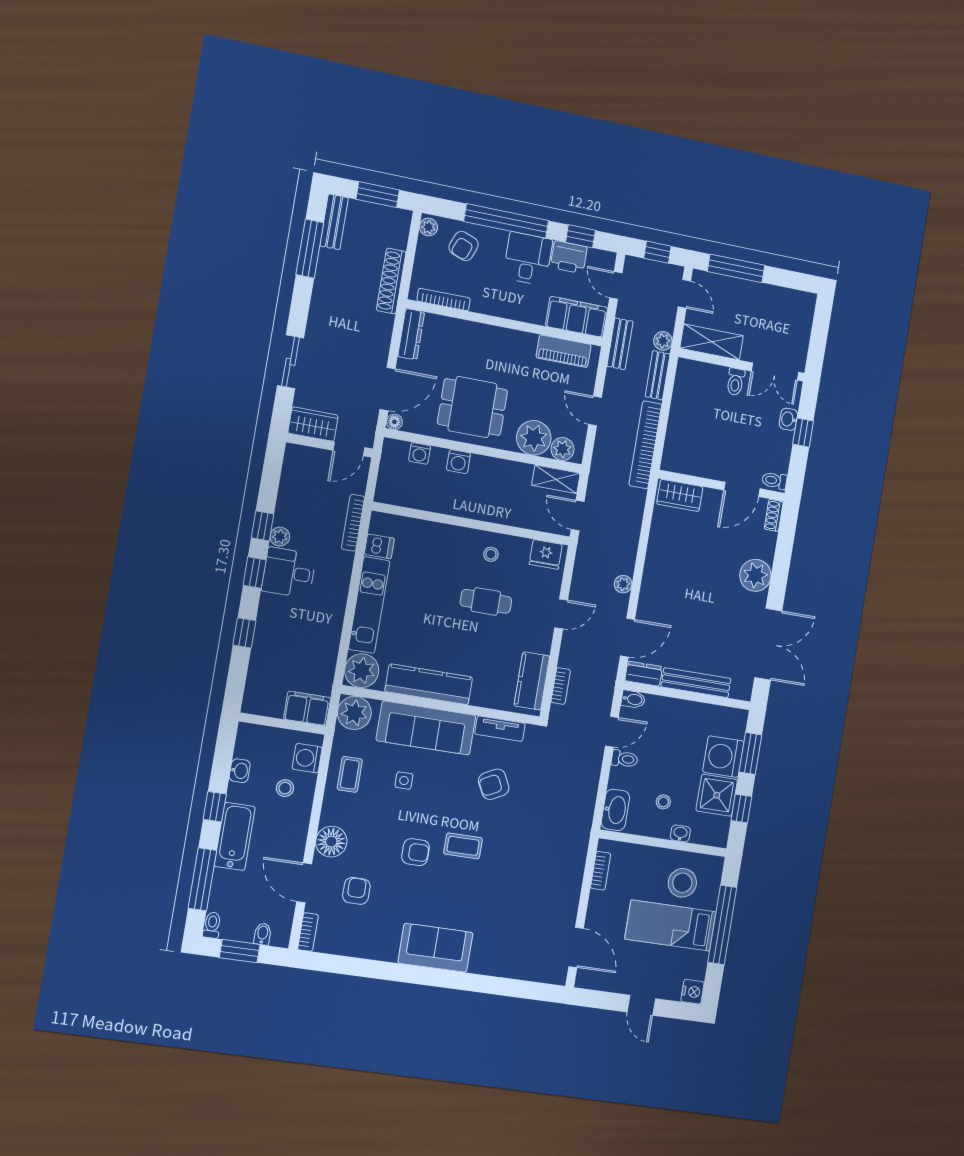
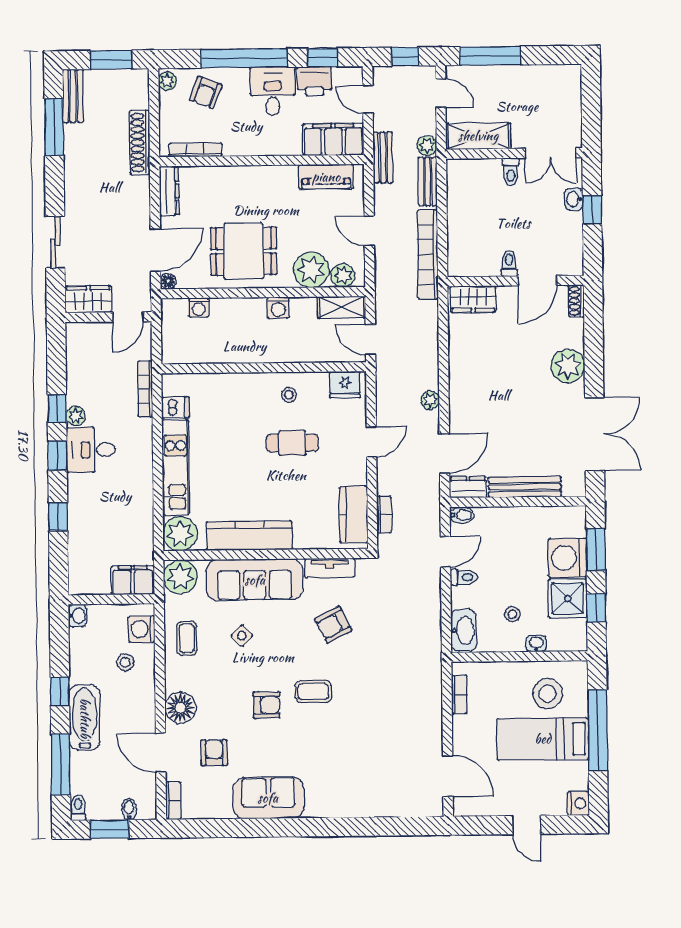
washing machine: (458, 462) -> (278, 308), moved
toilet: (774, 481) -> (509, 263), moved, turned 90
washbasin: (240, 771) -> (77, 616), moved
side table: (404, 781) -> (242, 636), turned 45
sofa: (435, 948) -> (268, 798), moved

